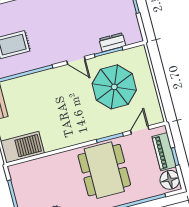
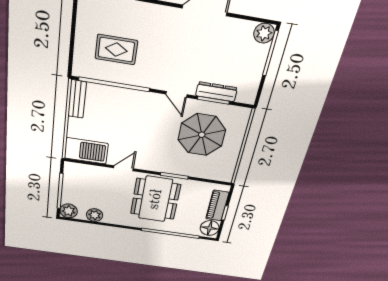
dresser: (112, 42) -> (216, 92), width x1.44
door: (140, 130) -> (123, 168), moved

